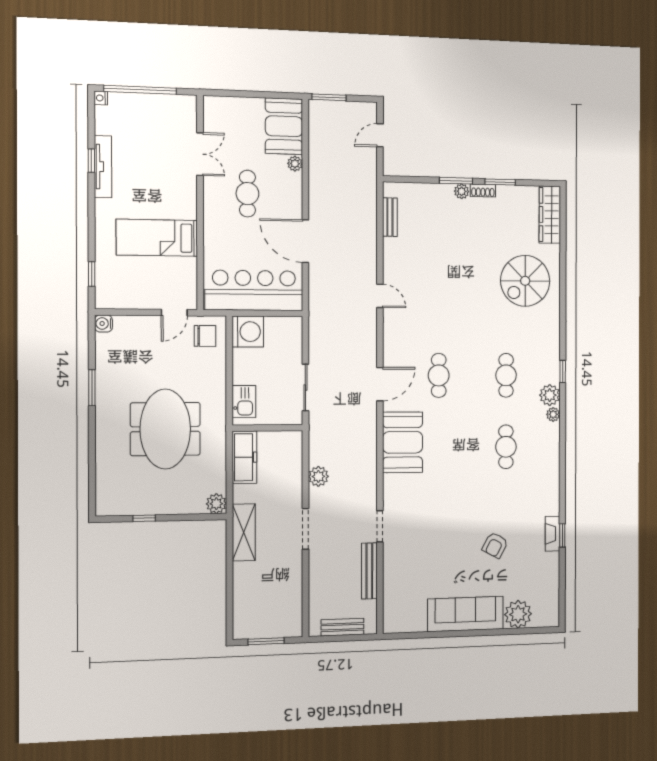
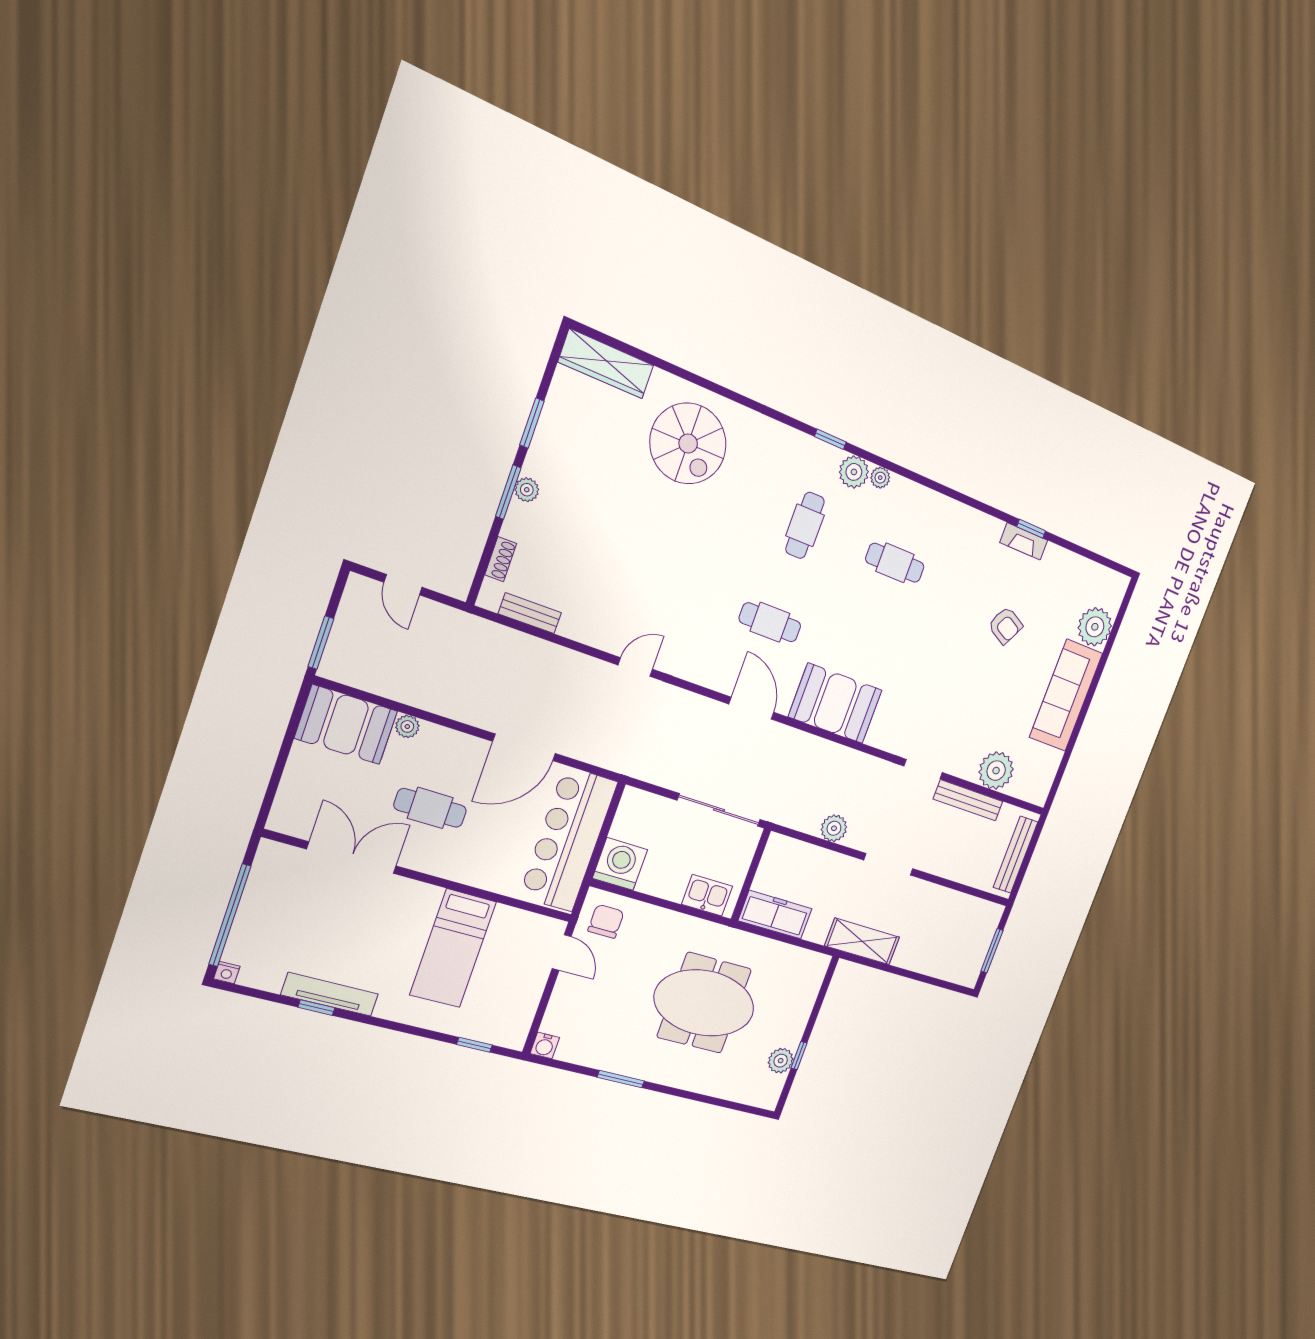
double door: (200, 154) -> (352, 858), width x1.37
shoe rack: (483, 191) -> (501, 559), moved
cafe table: (506, 375) -> (805, 525), turned 90
sliding door: (305, 388) -> (719, 810), width x1.37
plant: (216, 504) -> (781, 1061), moved
plant: (397, 583) -> (996, 771), added
bench: (342, 627) -> (1016, 855), width x1.36

